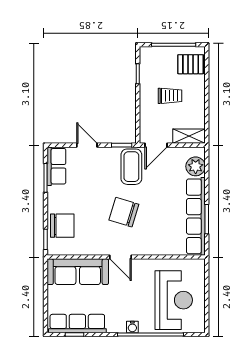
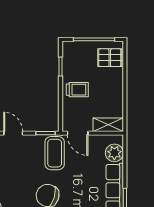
trolley: (170, 96) -> (77, 90), moved
door: (156, 145) -> (78, 133), hinge flipped

